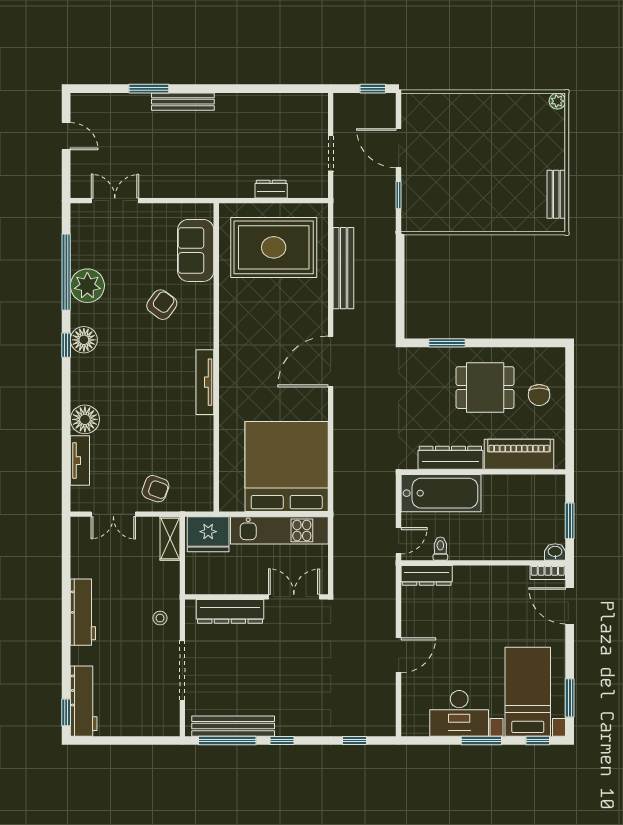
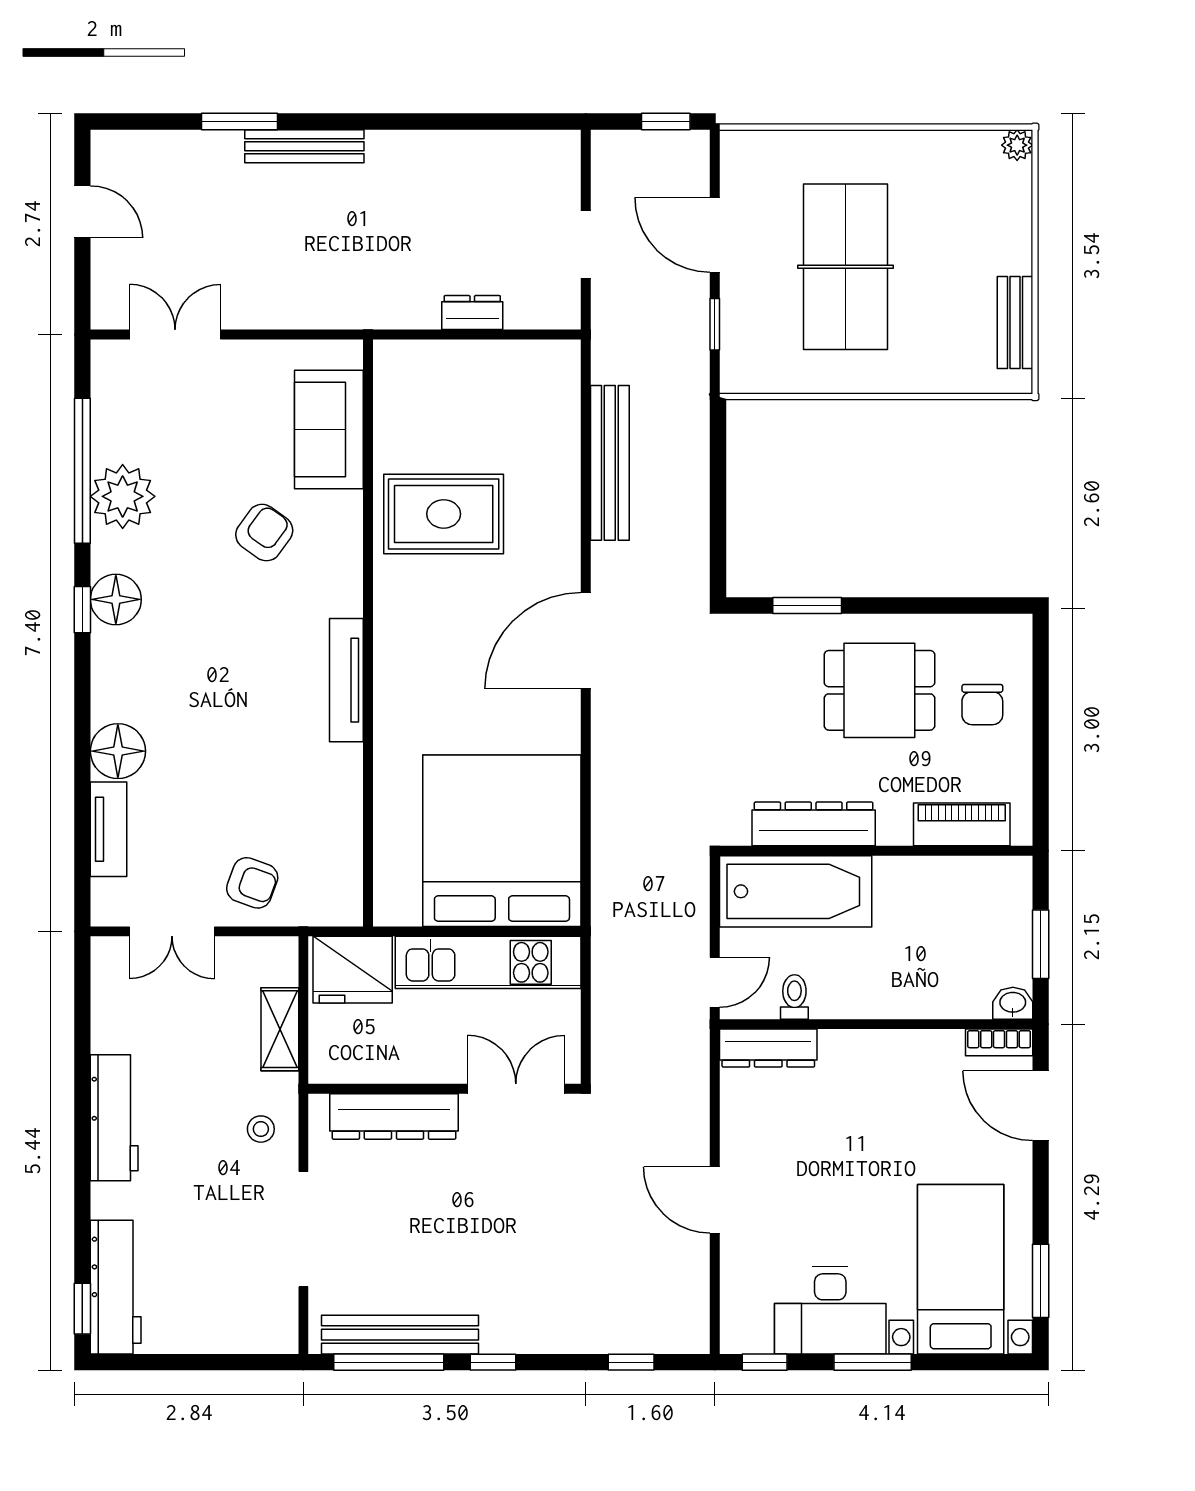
table tennis table: (467, 165) -> (846, 267), added
rug: (274, 247) -> (444, 514), moved, width x0.73, depth x0.69
piano: (519, 454) -> (962, 824), width x0.73, depth x0.75
shelving: (170, 539) -> (280, 1029), moved
door: (399, 655) -> (715, 1200), swing flipped
window: (538, 740) -> (765, 1362), moved

